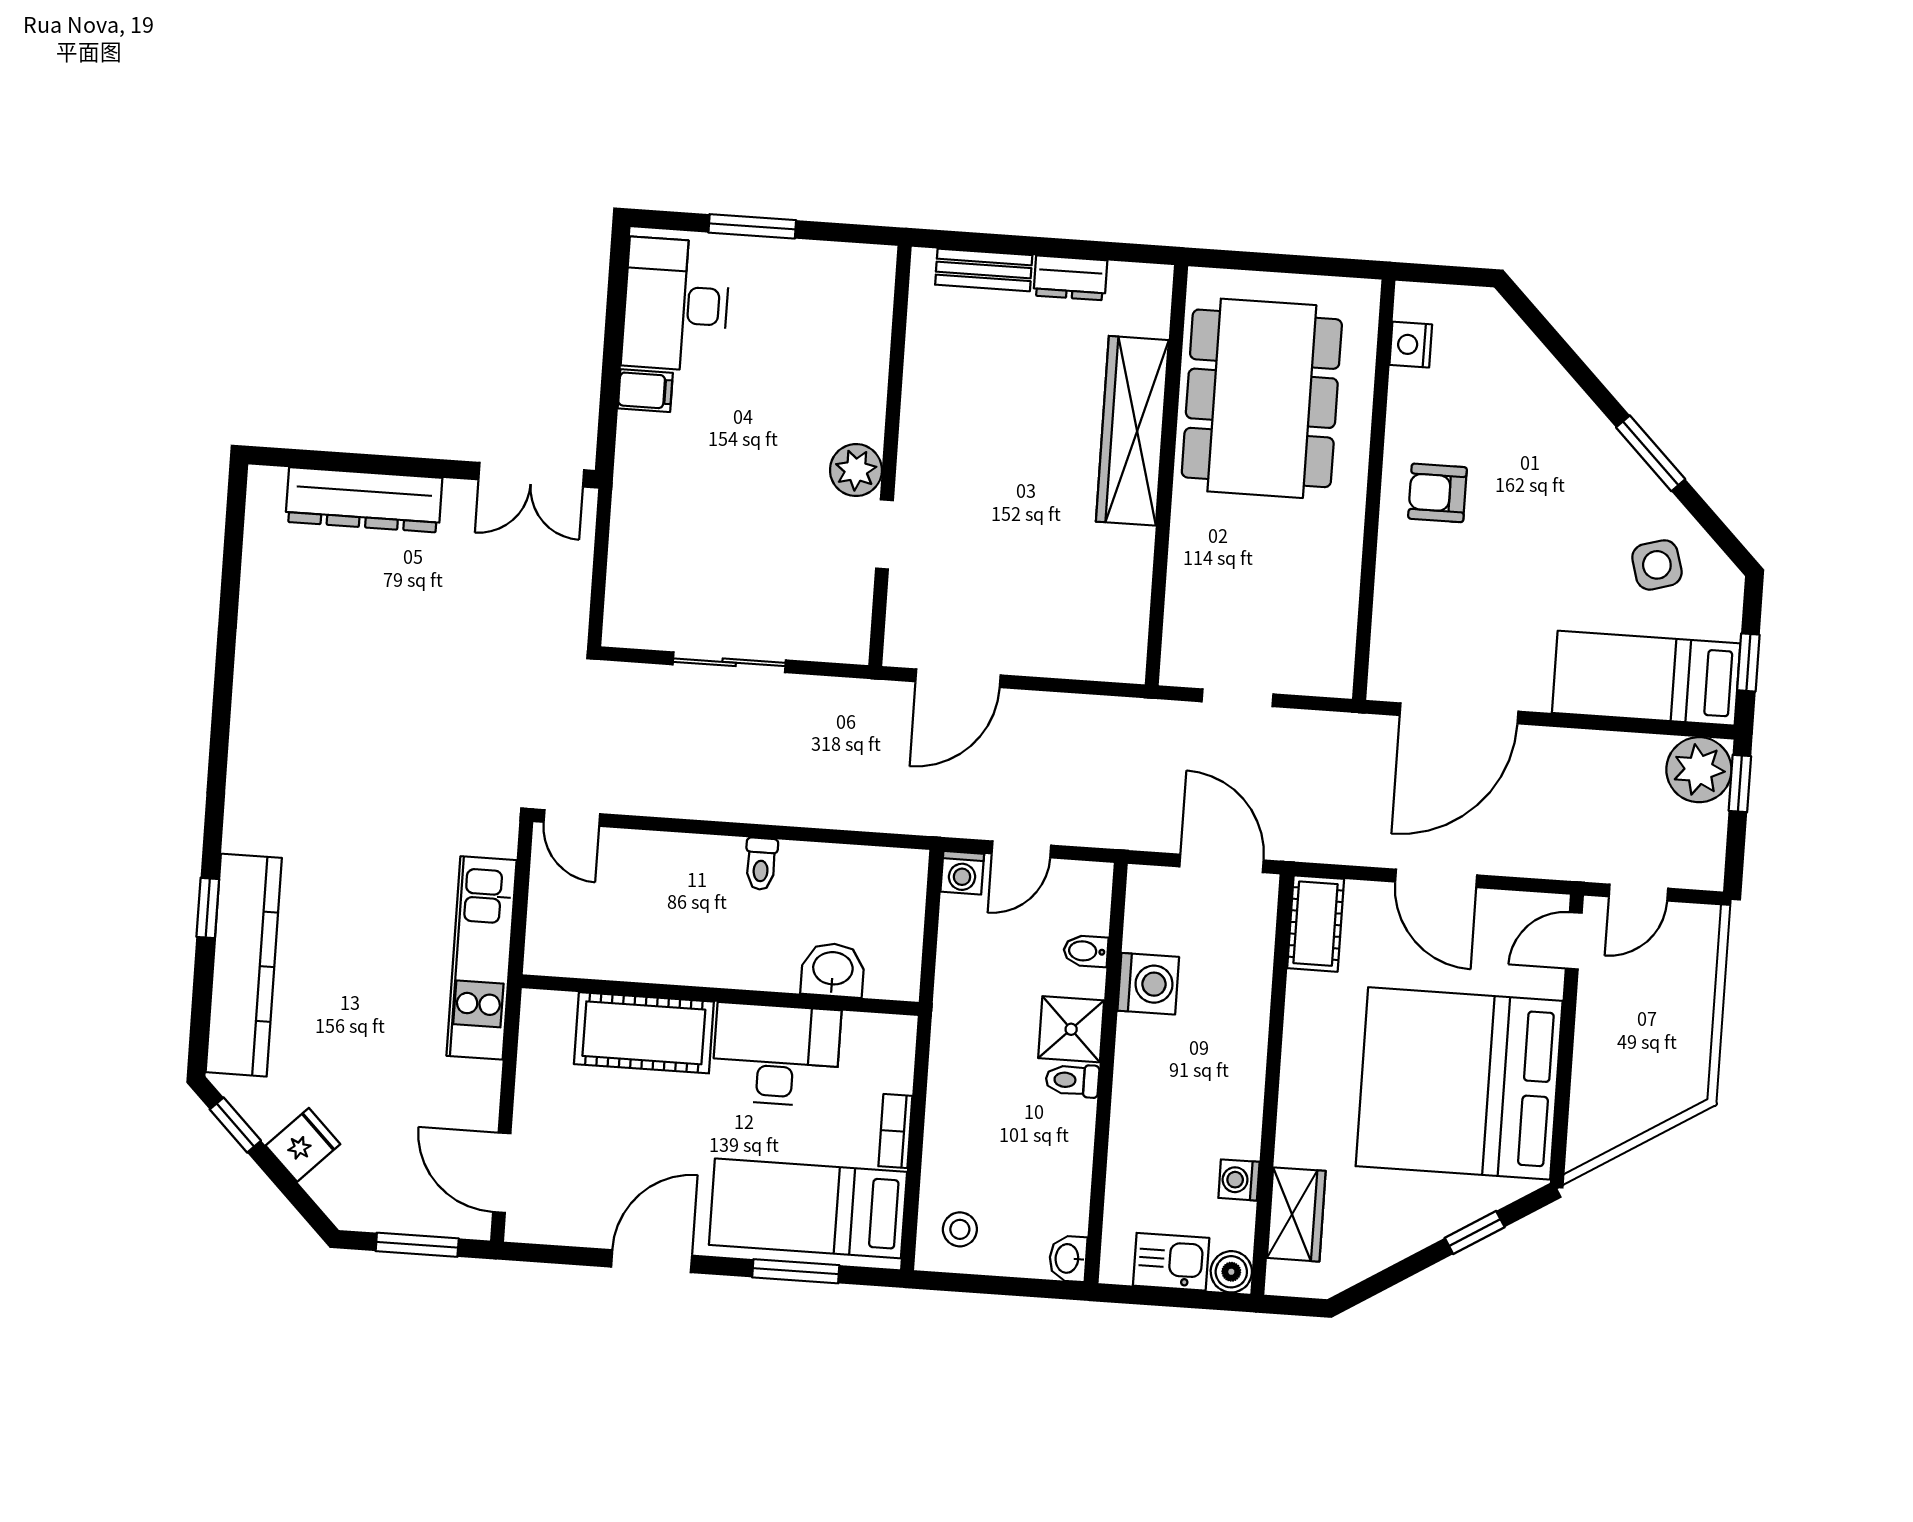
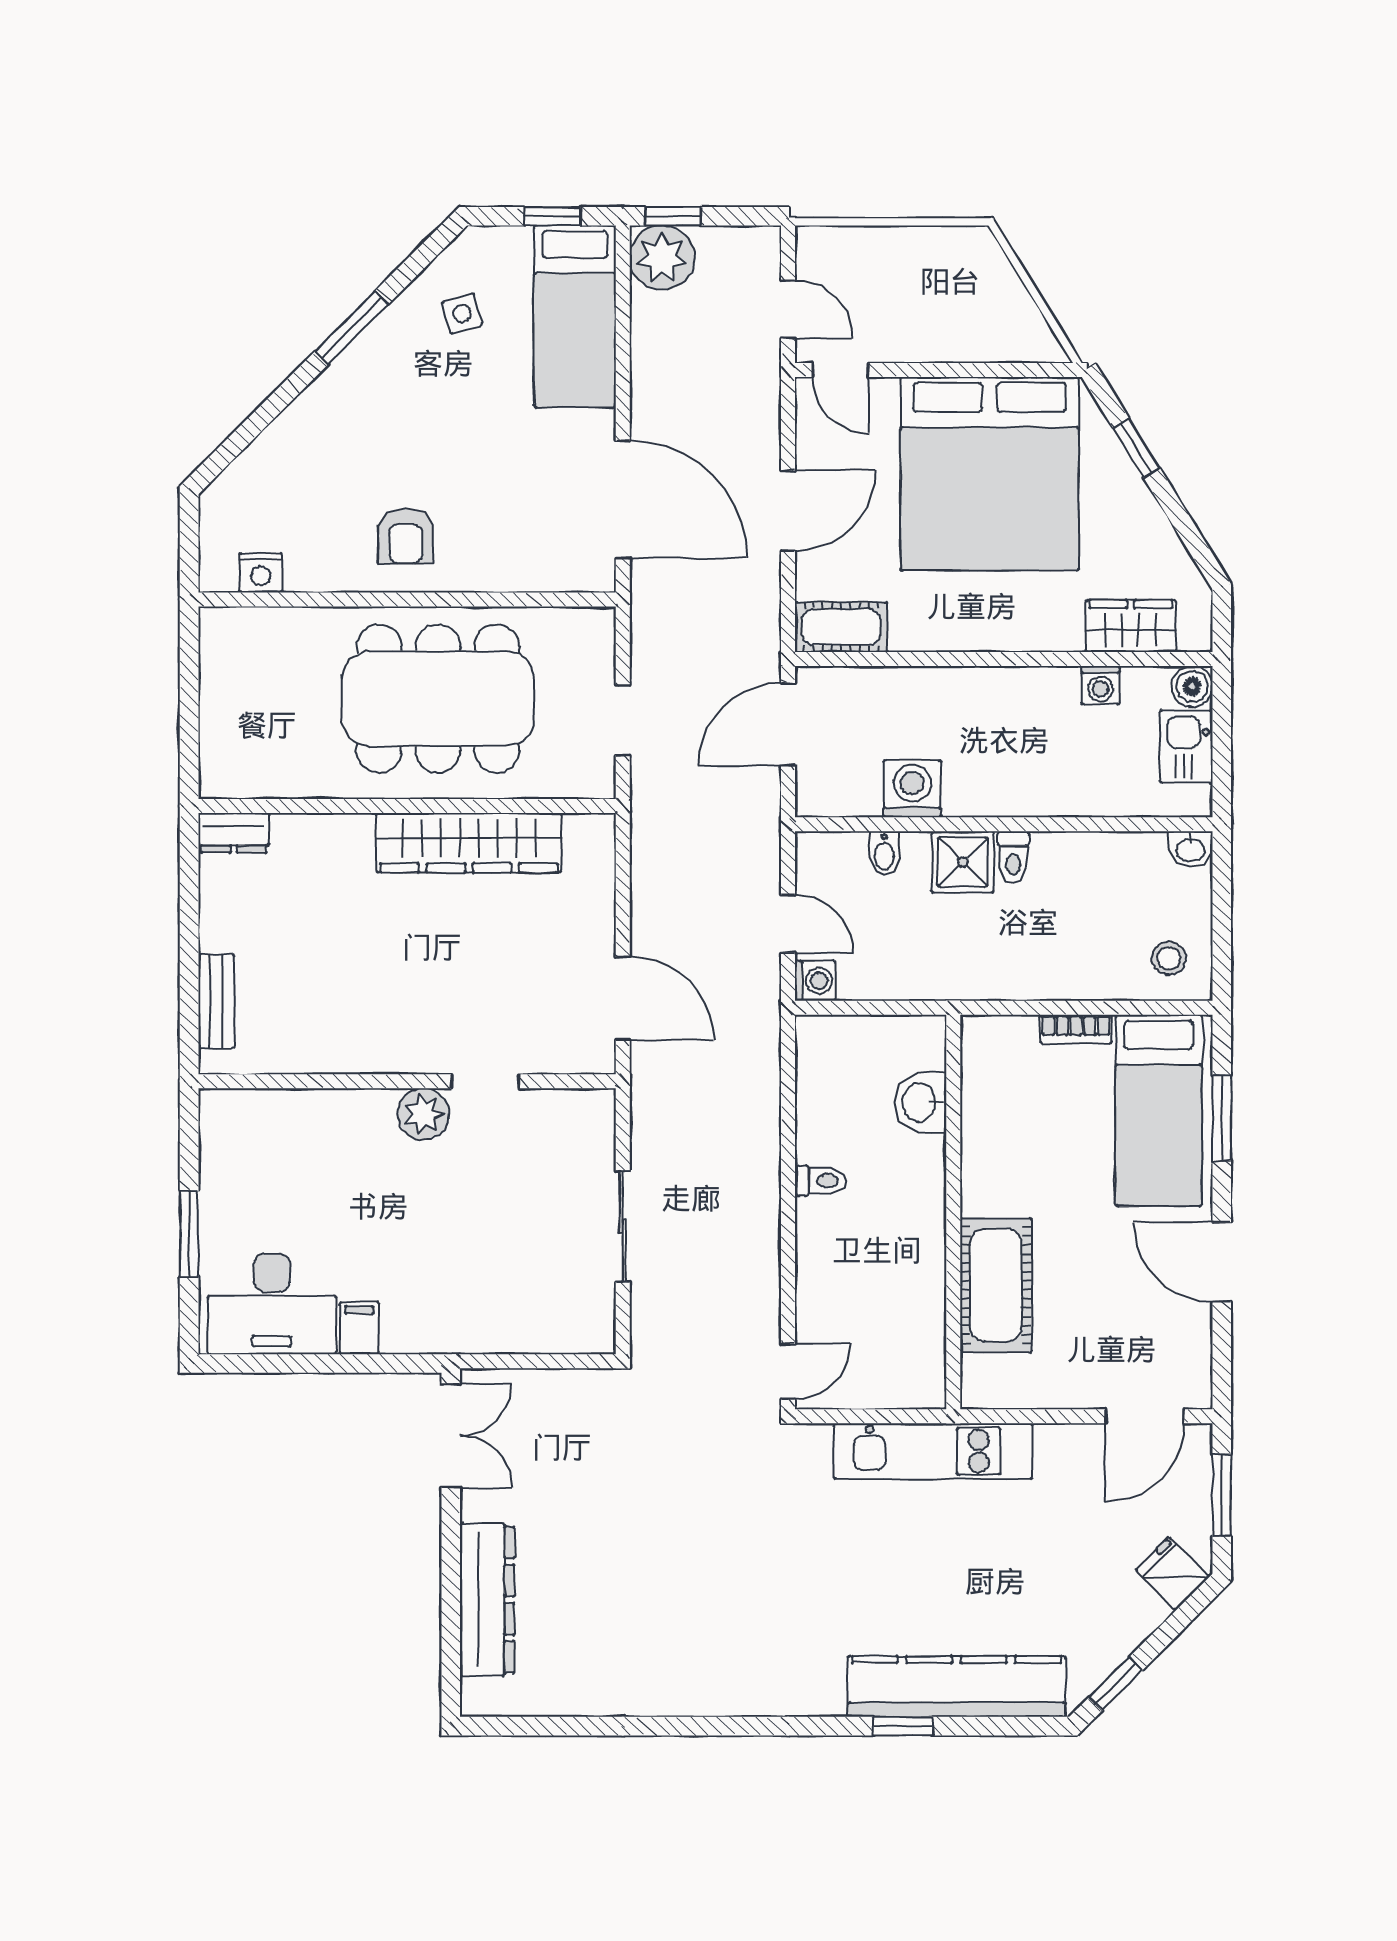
dresser: (1070, 278) -> (234, 833), moved, turned 90
dining table: (1262, 398) -> (438, 699), moved
wardrobe: (1132, 431) -> (469, 843), moved
side table: (1657, 565) -> (462, 314), width x0.73, depth x0.73
desk: (776, 1055) -> (1009, 1152), removed
fridge: (303, 1145) -> (1173, 1573), moved

